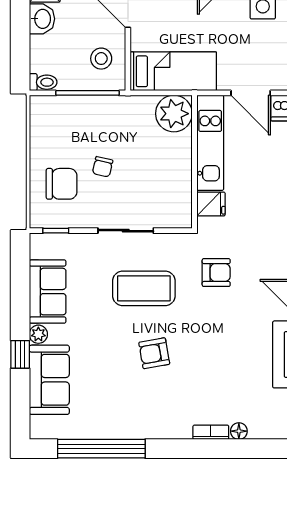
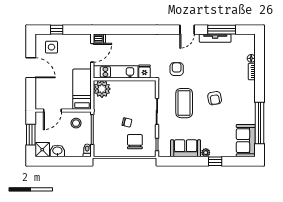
sofa: (49, 380) -> (246, 141), moved, turned -90

